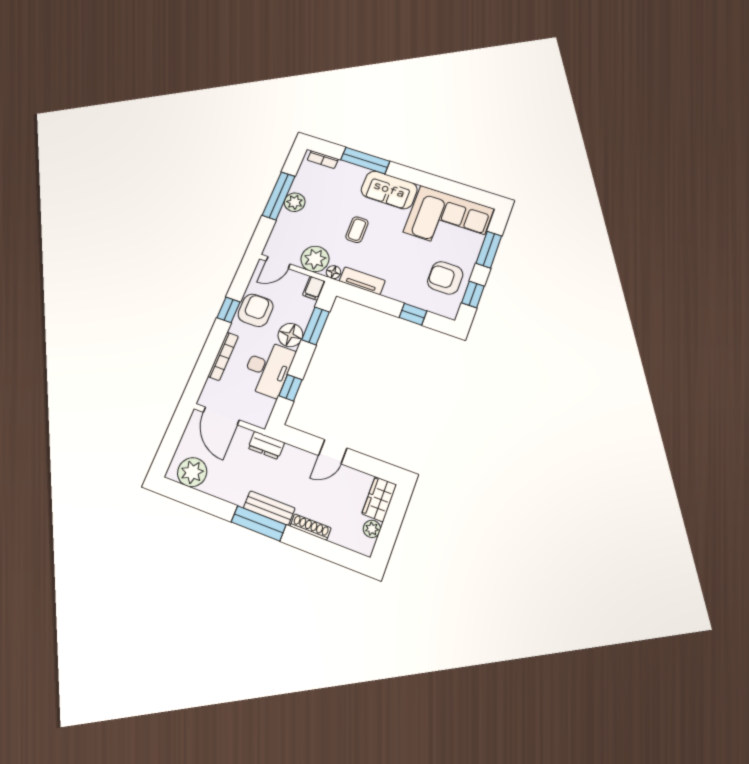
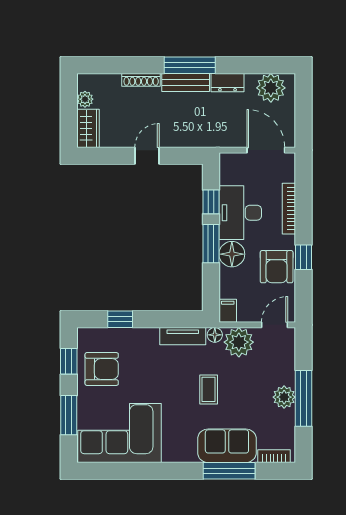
sofa: (389, 190) -> (227, 446), moved
window: (316, 326) -> (211, 244), moved
dresser: (266, 445) -> (228, 83), moved, turned 180

